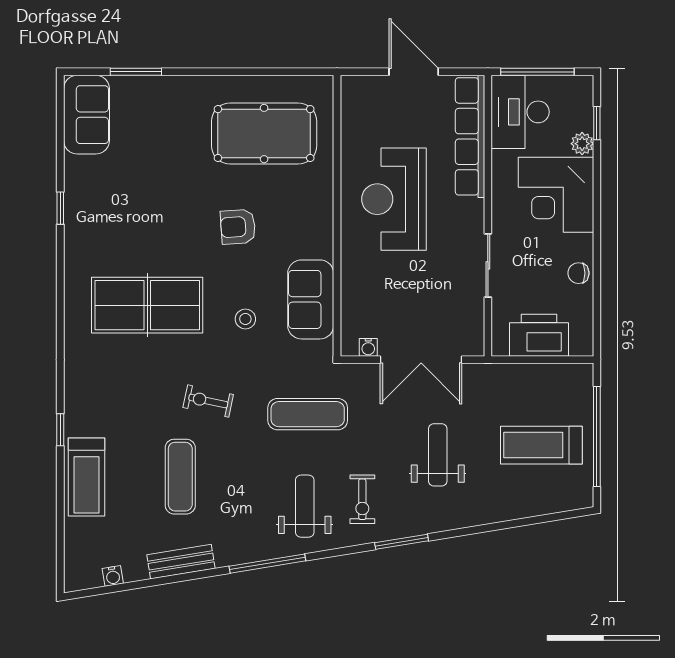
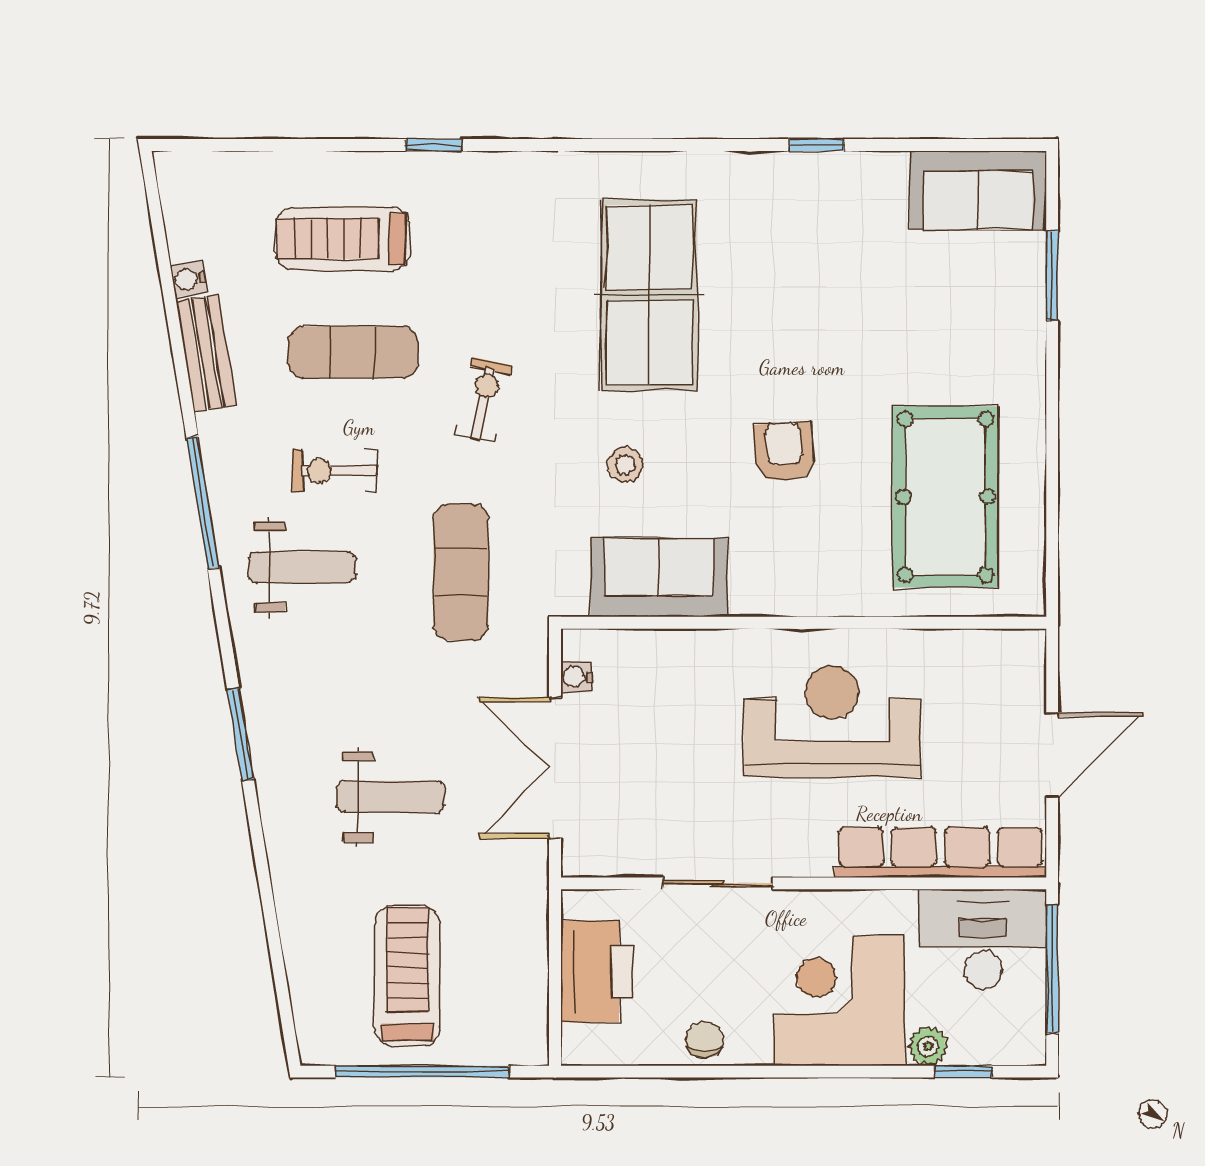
treadmill: (86, 477) -> (343, 239), moved
exercise bike: (362, 499) -> (335, 471), moved
water cooler: (113, 576) -> (189, 279), moved

